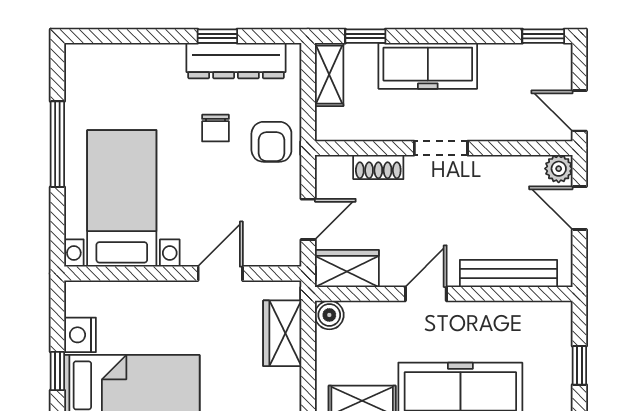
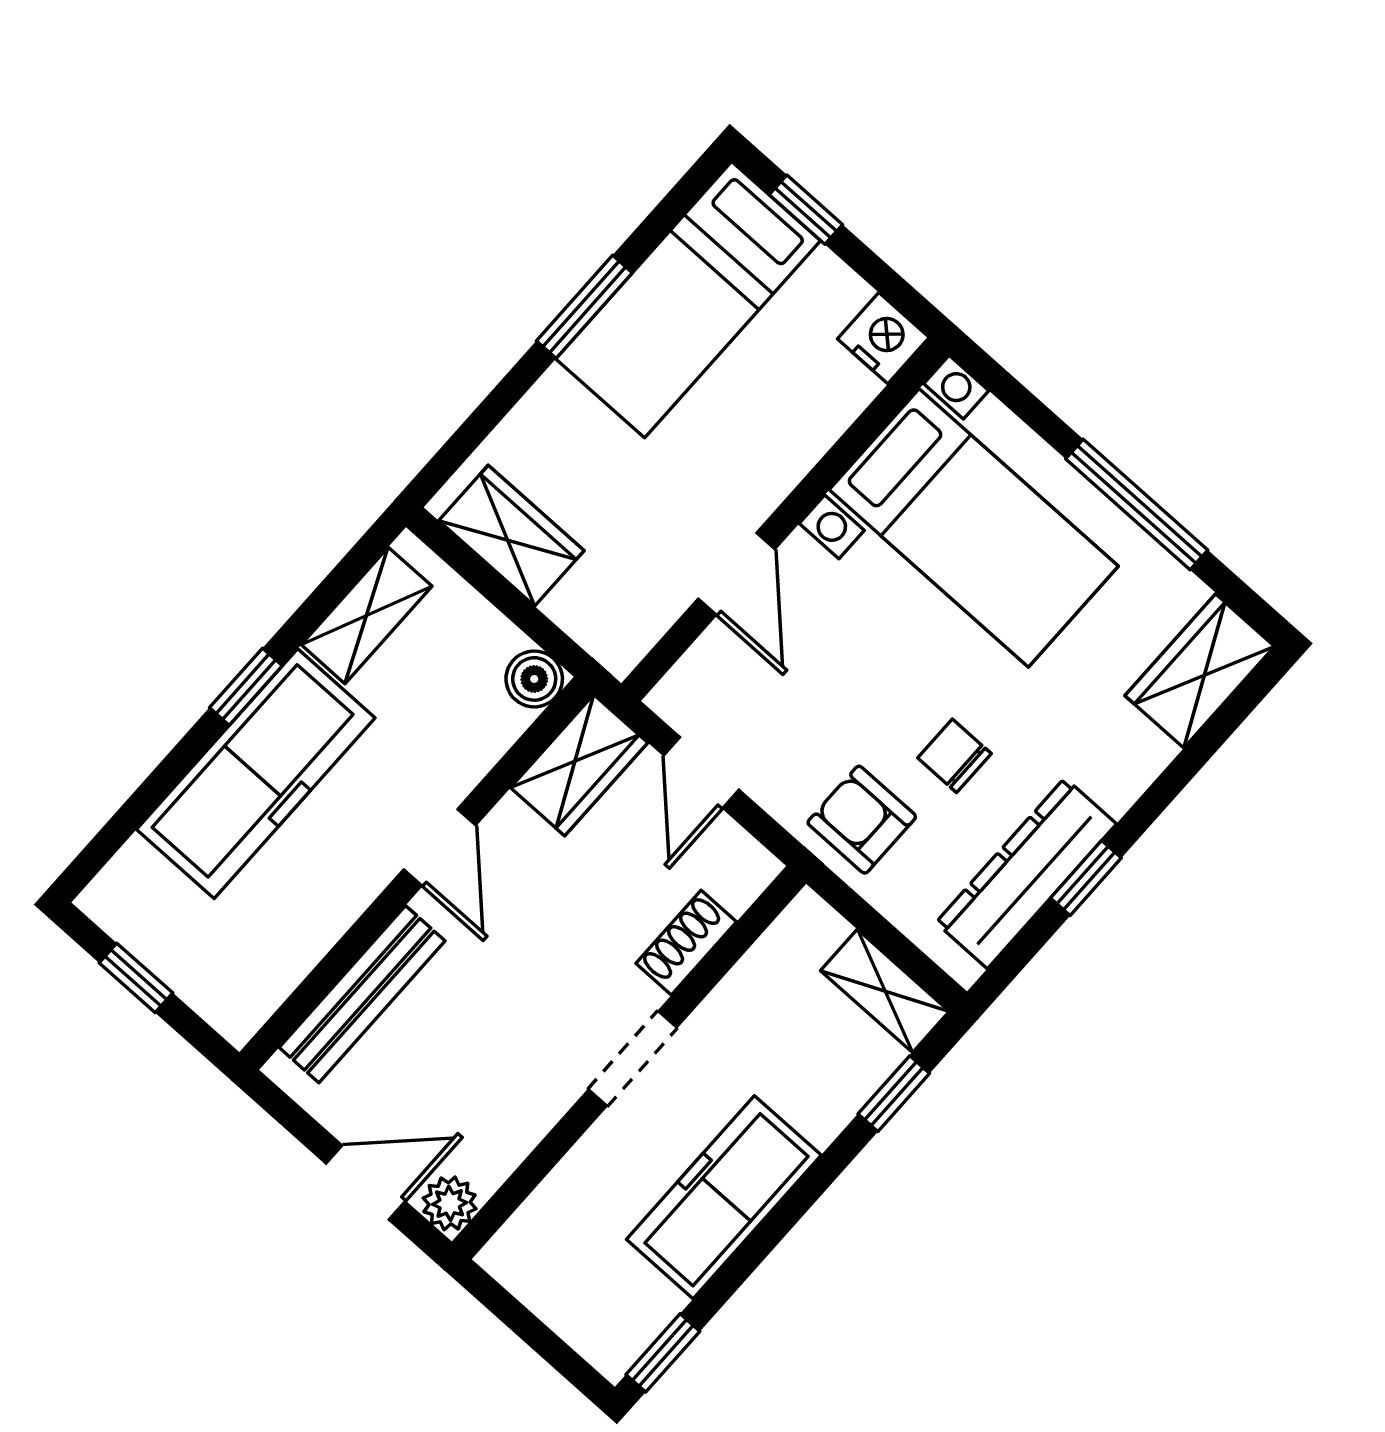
wardrobe: (99, 63) -> (1200, 671), added
freezer: (428, 66) -> (724, 1197), moved
door: (579, 111) -> (507, 1309), removed
wardrobe: (282, 333) -> (511, 536), moved
nightstand: (80, 335) -> (883, 338), moved

